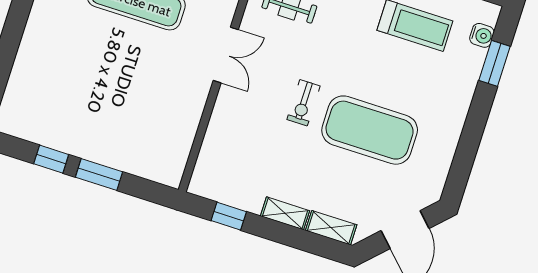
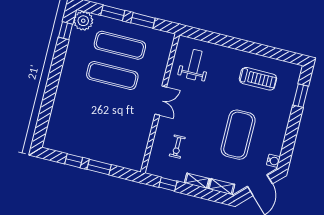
water cooler: (482, 35) -> (273, 161), moved
exercise bike: (304, 103) -> (177, 147), moved
exercise mat: (370, 130) -> (238, 135), turned 90

